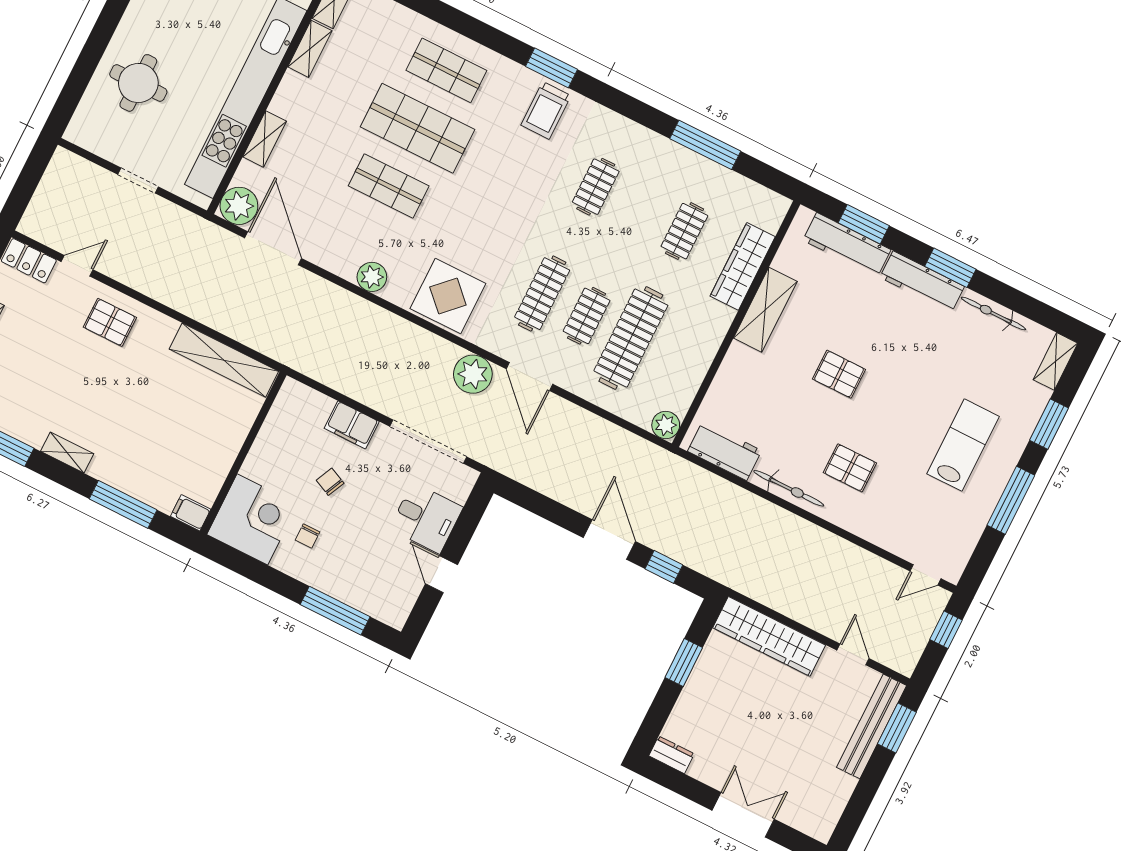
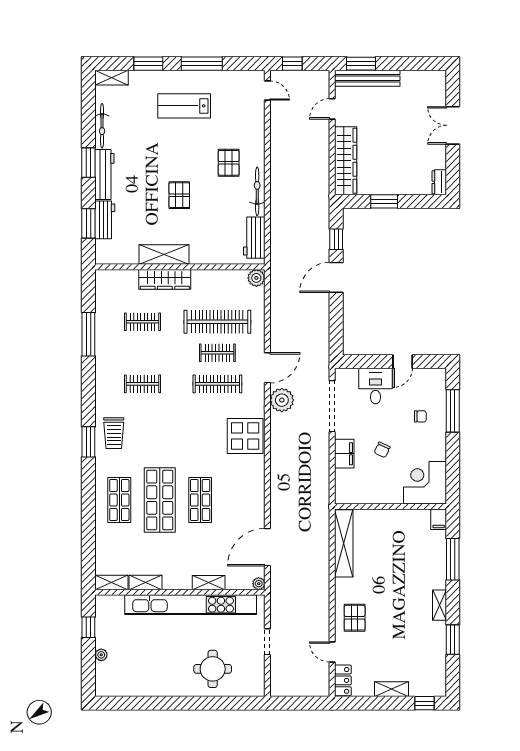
trolley: (546, 110) -> (114, 433), turned 90
plant: (239, 206) -> (259, 584), width x0.53, depth x0.53
workbench: (847, 245) -> (105, 220), width x0.73
wardrobe: (743, 266) -> (165, 279), moved
plant: (372, 277) -> (256, 484), removed
chair: (308, 536) -> (420, 416), moved

